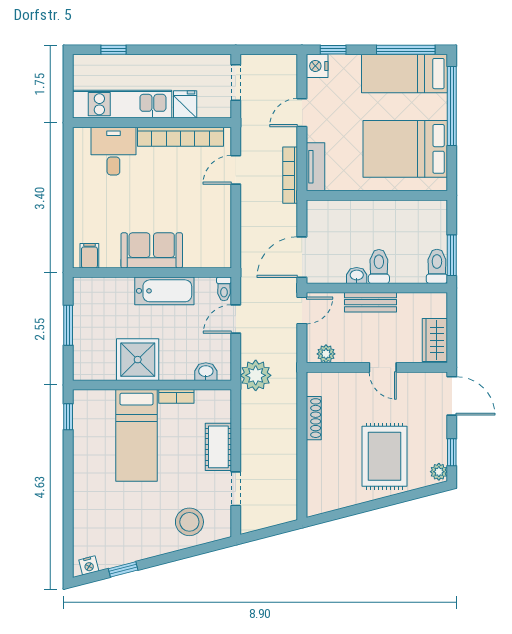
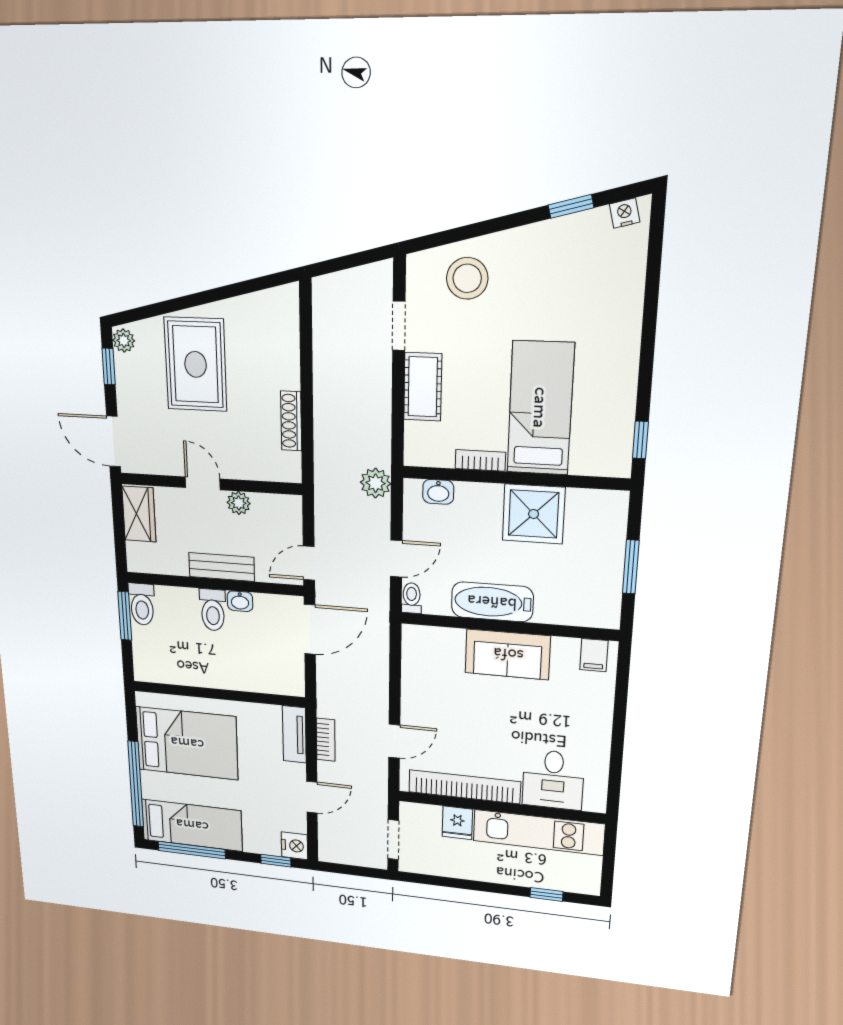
bookcase: (290, 175) -> (326, 740), width x0.64
plant: (326, 354) -> (239, 503), moved
plant: (256, 375) -> (376, 483), width x0.73, depth x0.73

